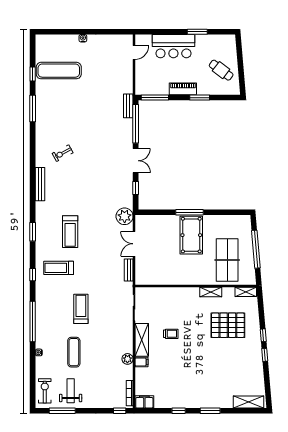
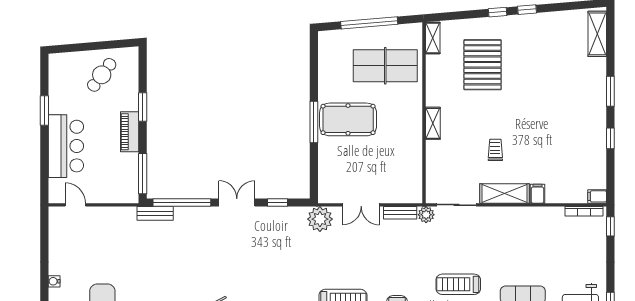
shelving: (211, 292) -> (433, 123), moved
plant: (127, 359) -> (426, 215), moved
filing cabinet: (144, 402) -> (597, 196), width x0.50

